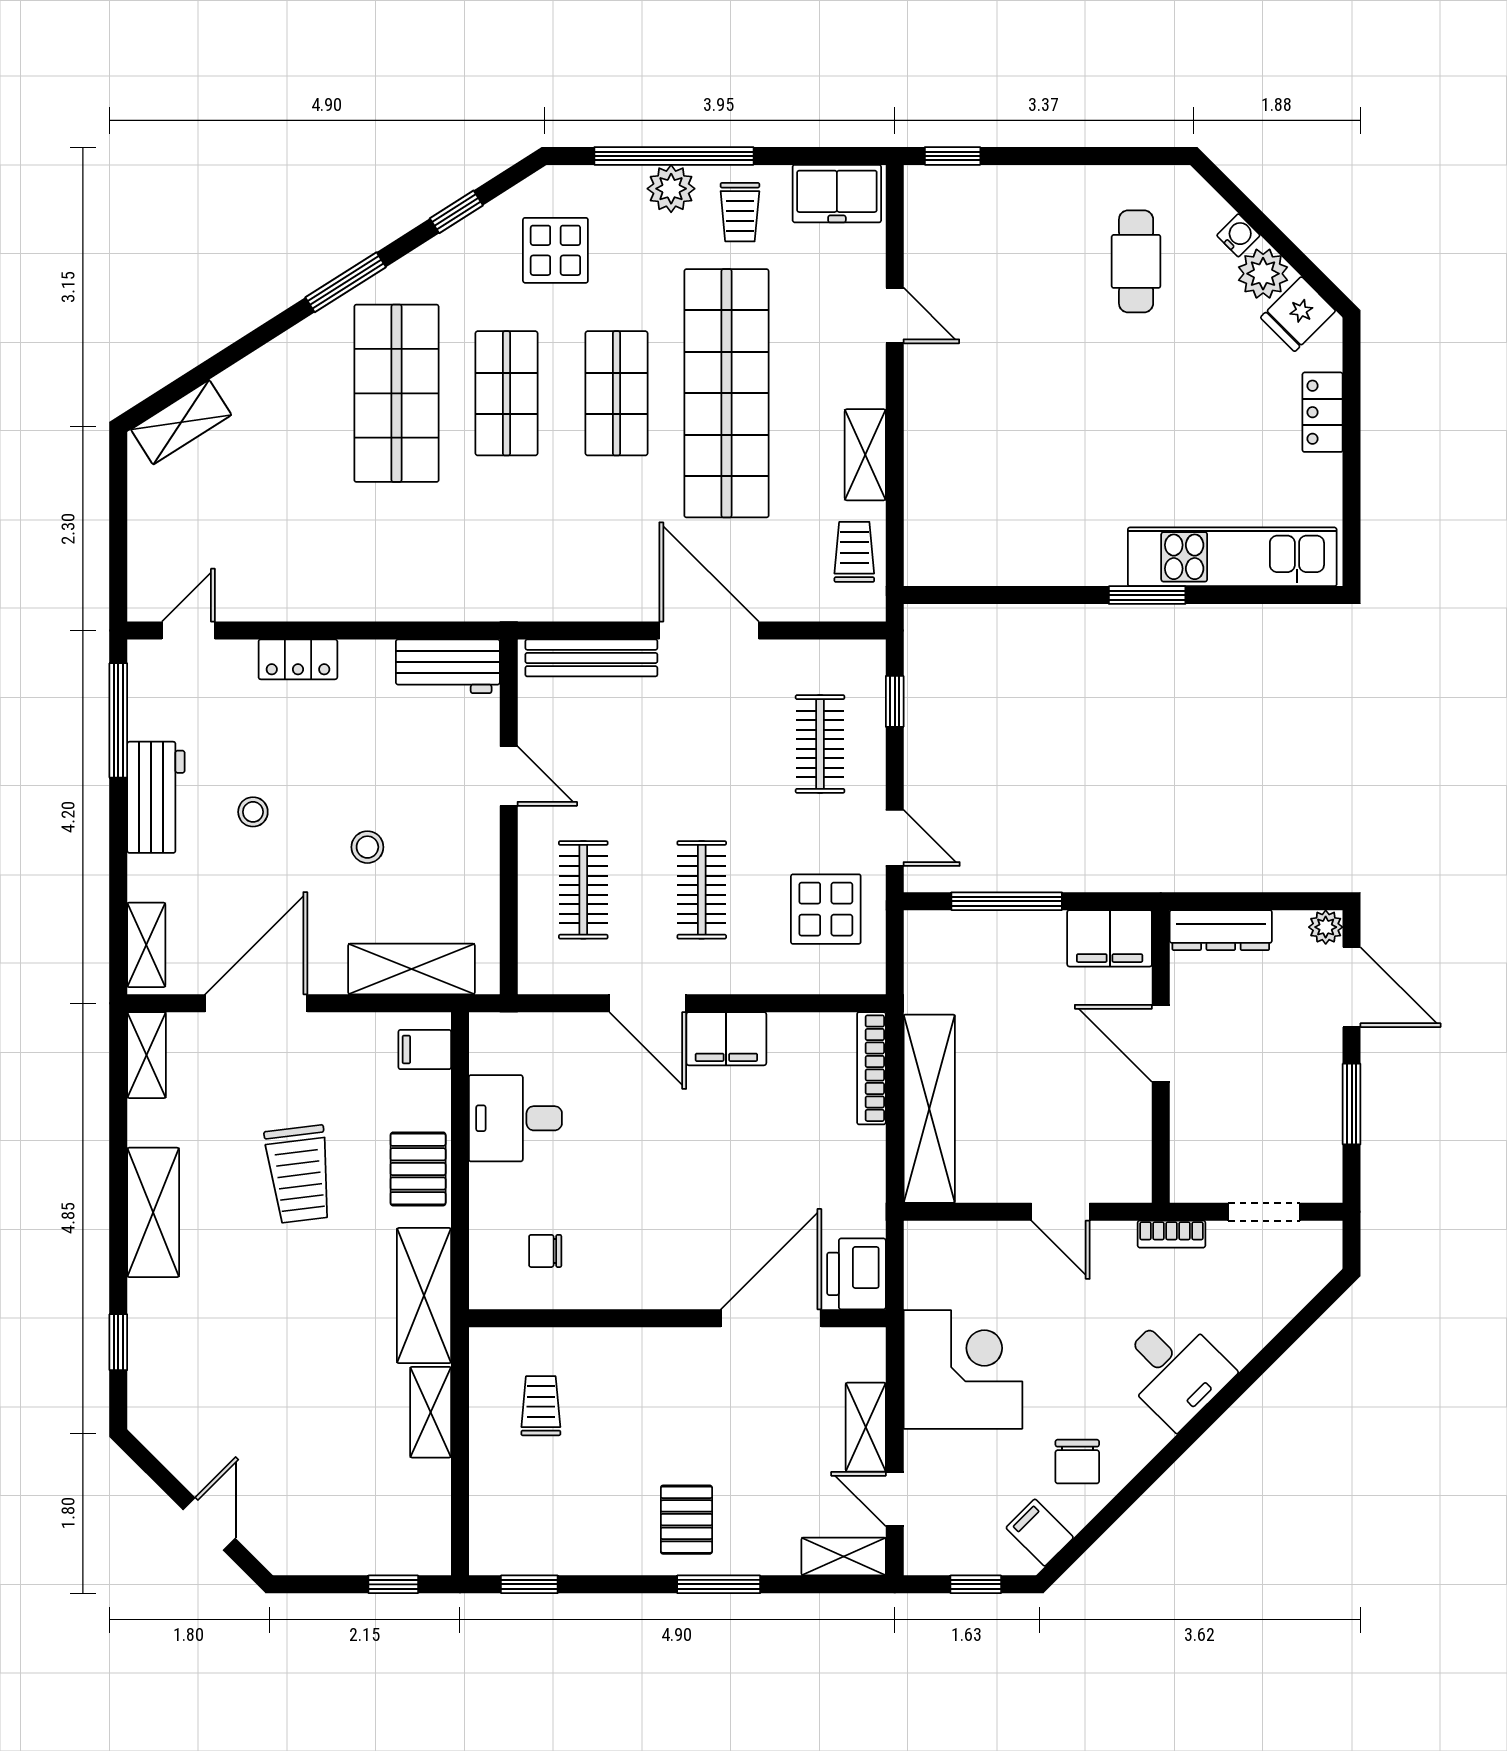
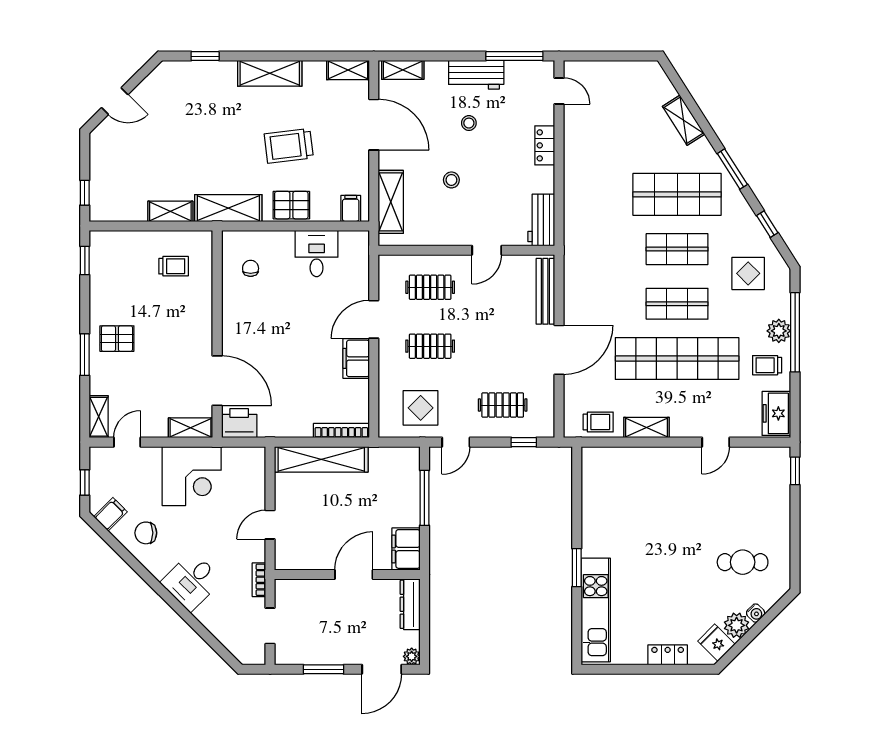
shelving: (181, 422) -> (684, 120), moved
shelving: (866, 1427) -> (191, 428), moved

